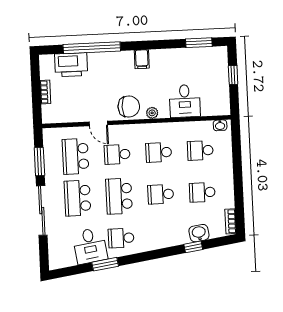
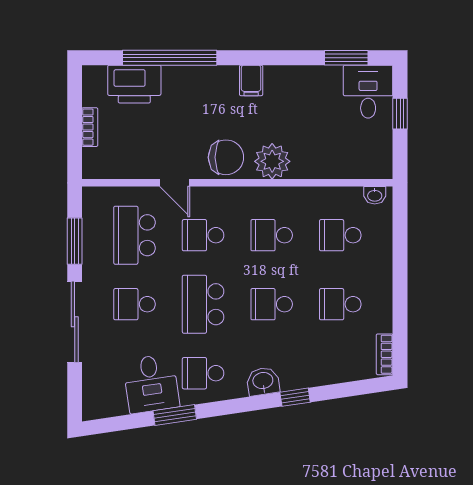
desk: (185, 101) -> (368, 92), moved, turned 180
plant: (152, 113) -> (272, 161), width x1.88, depth x1.88
school desk: (78, 198) -> (134, 304), width x0.54
washbasin: (199, 233) -> (263, 381), moved
window: (193, 247) -> (295, 397), moved

